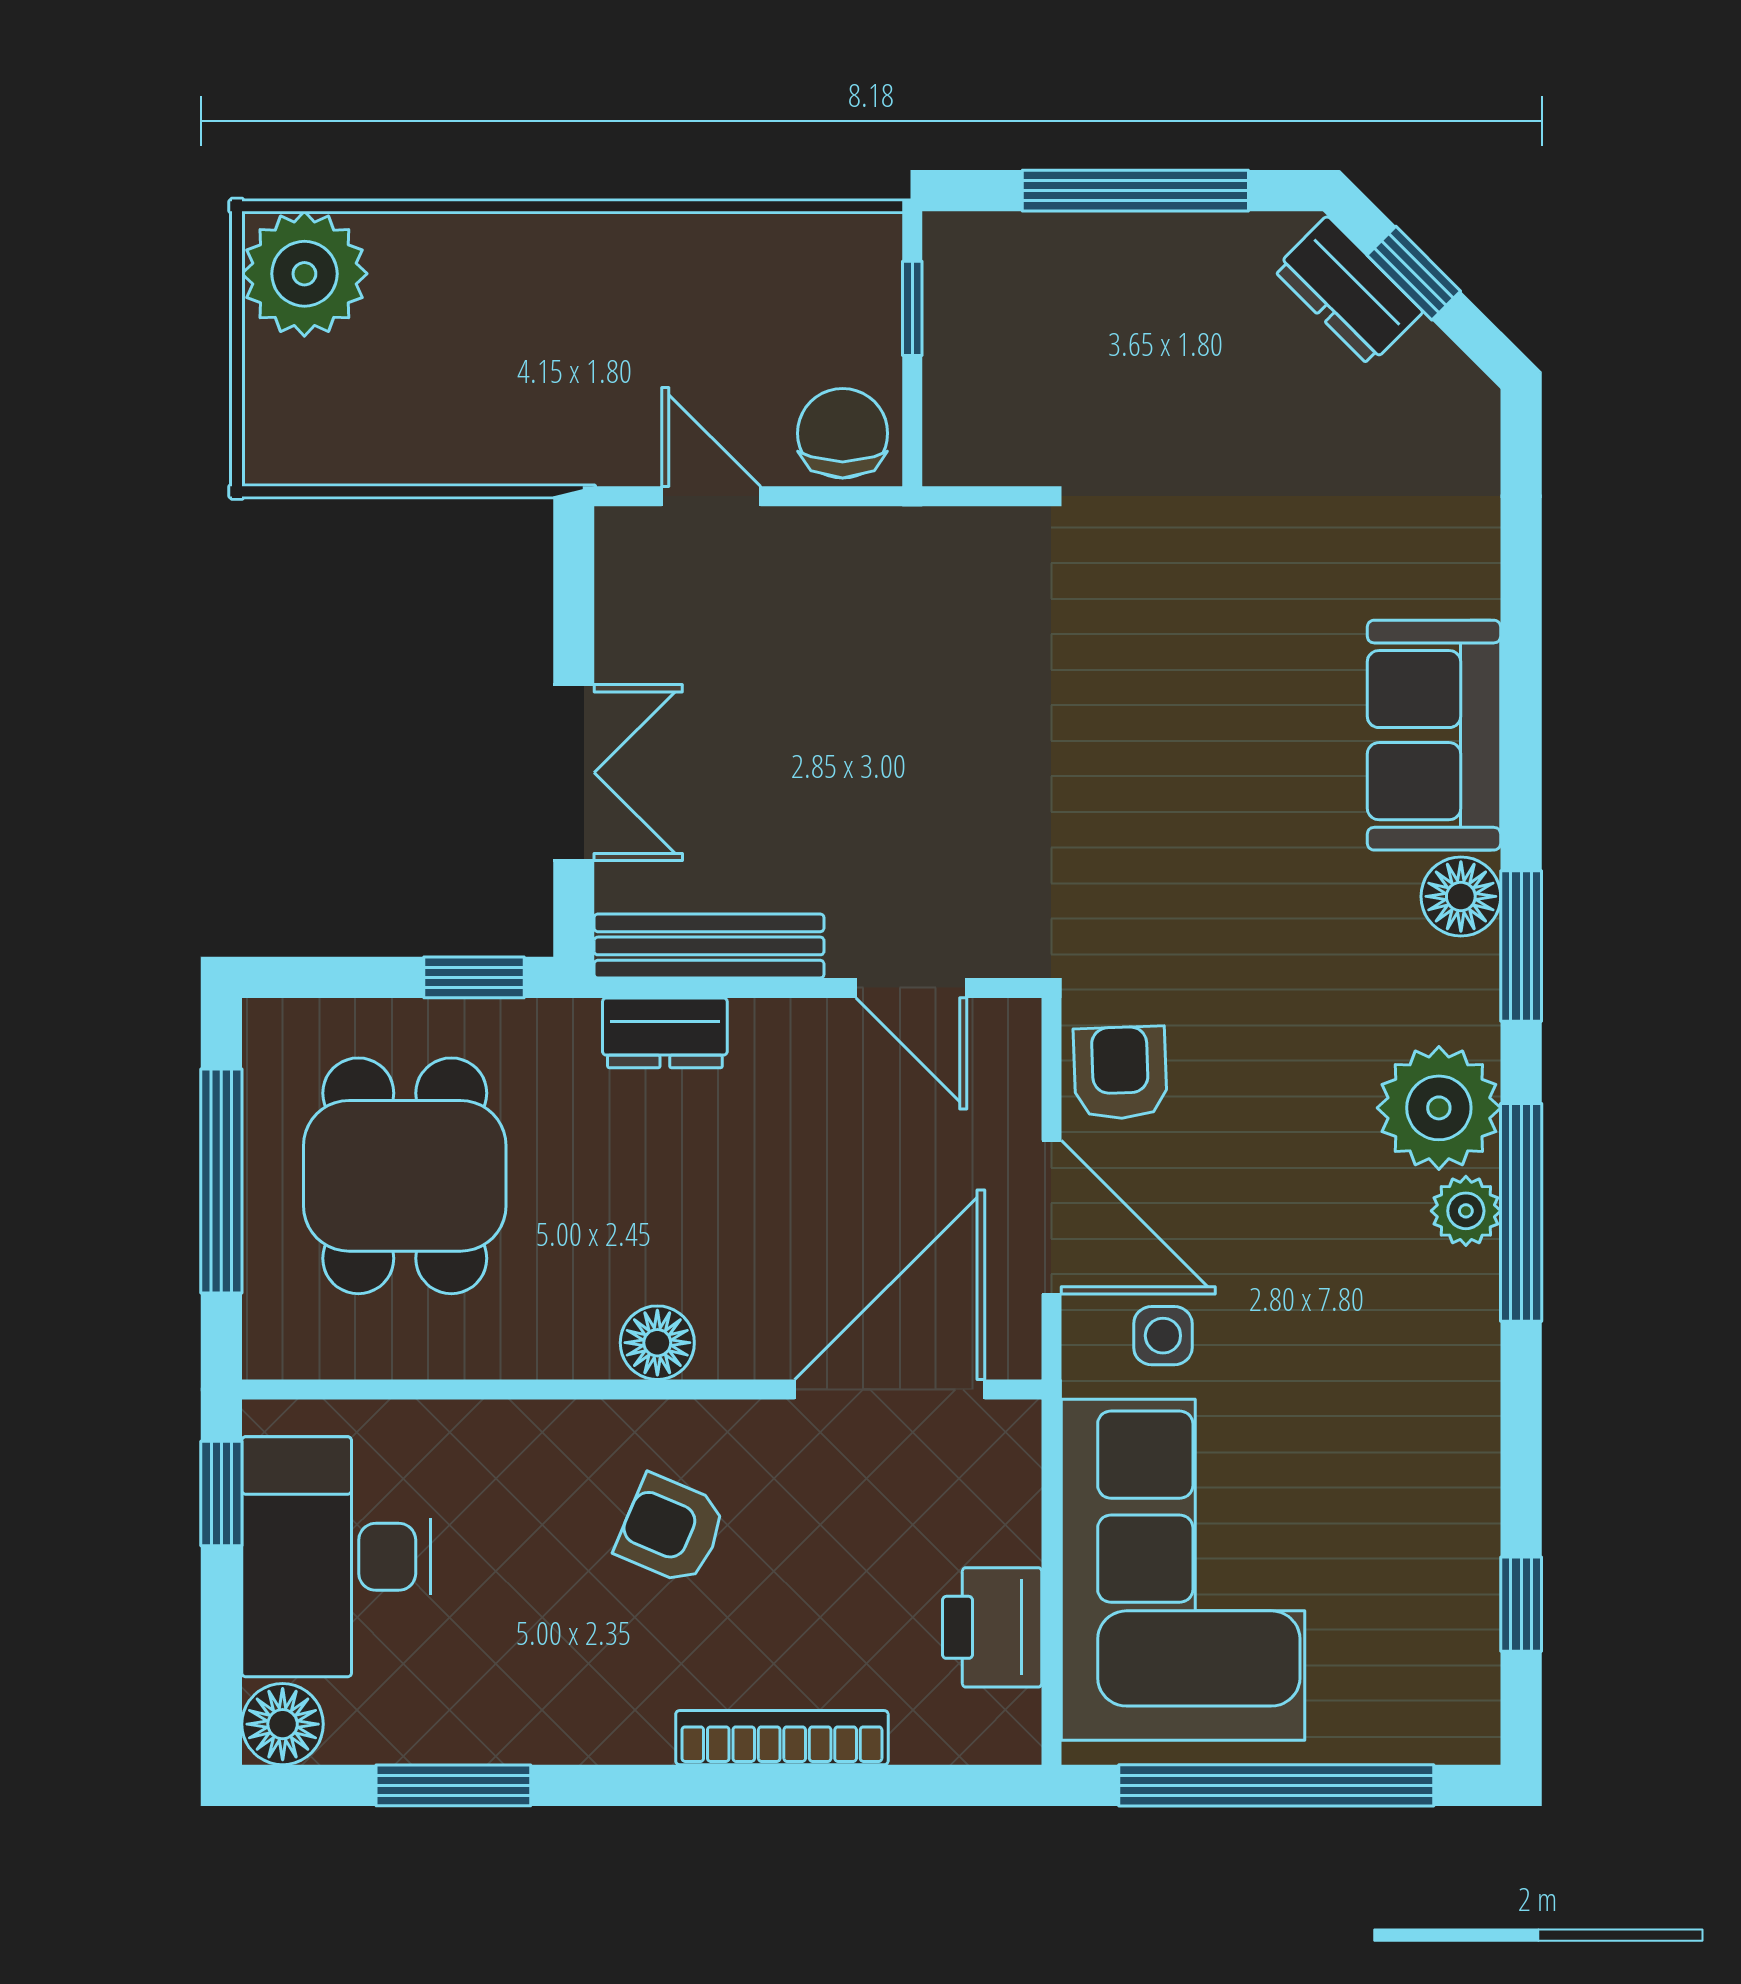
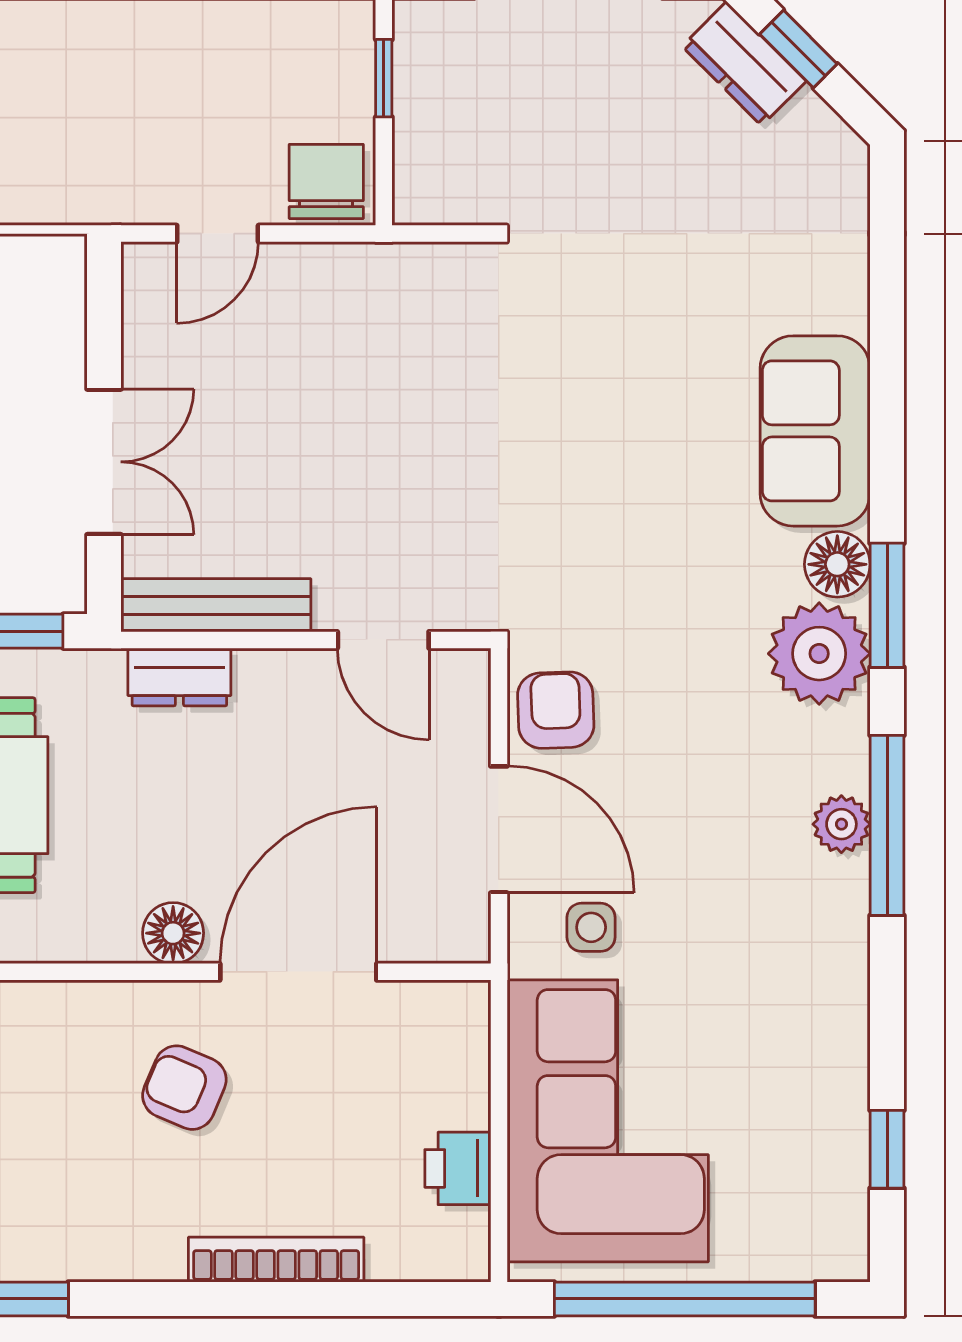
door: (711, 496) -> (218, 234), swing flipped
plant: (1439, 1108) -> (819, 654), moved
door: (890, 1390) -> (298, 972), moved
printer: (992, 1627) -> (458, 1168), width x0.73, depth x0.81

